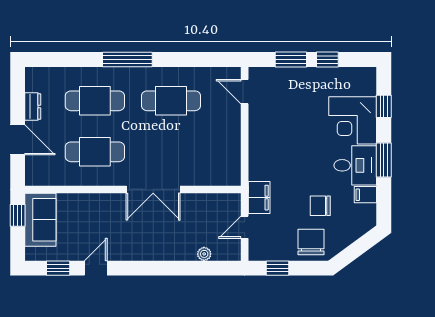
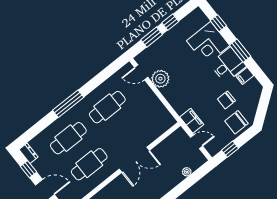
window: (18, 100) -> (28, 169), added
dresser: (33, 106) -> (28, 153), moved
plant: (262, 117) -> (160, 79), added
door: (245, 227) -> (196, 142), swing flipped
chair: (311, 242) -> (236, 122), turned -90

